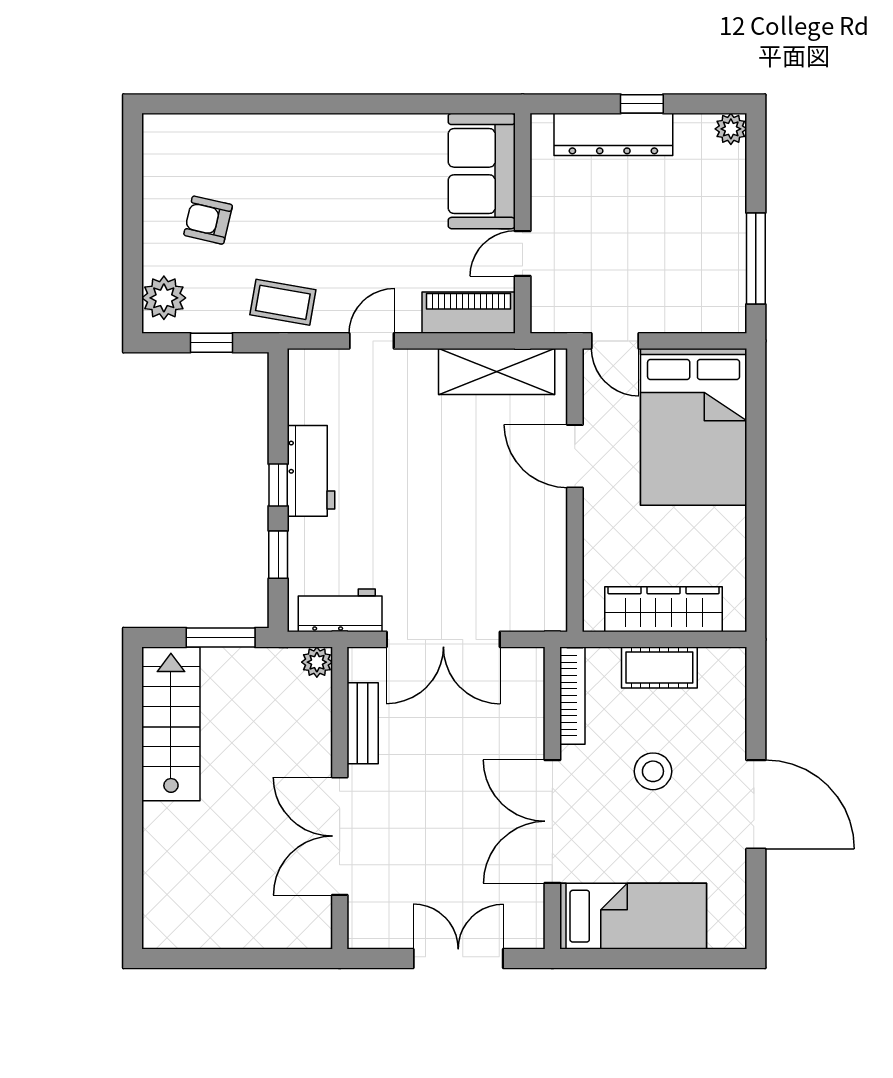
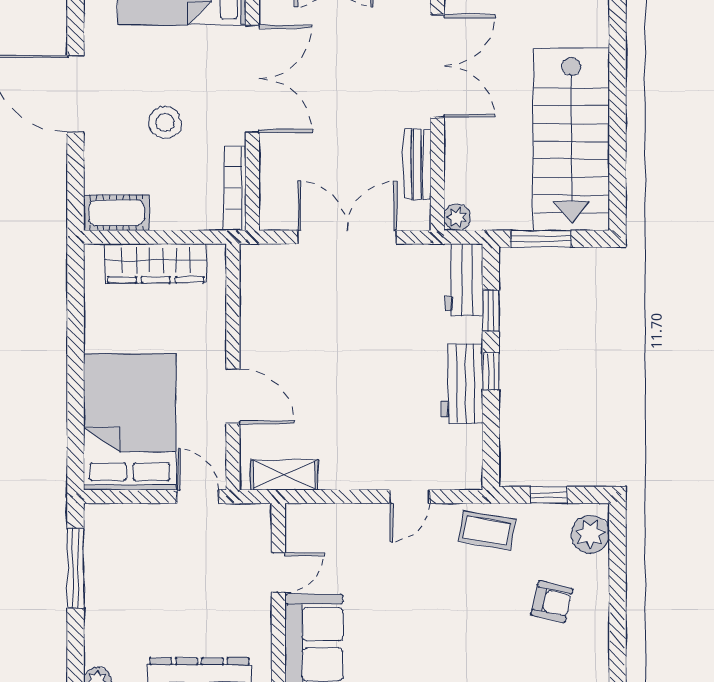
piano: (469, 313) -> (325, 521), removed
shelving: (497, 371) -> (284, 475), width x0.67, depth x0.75
workbench: (340, 610) -> (464, 280), moved, turned 90
cot: (659, 667) -> (117, 213), moved
stairs: (171, 724) -> (571, 139), width x1.36, depth x1.51

